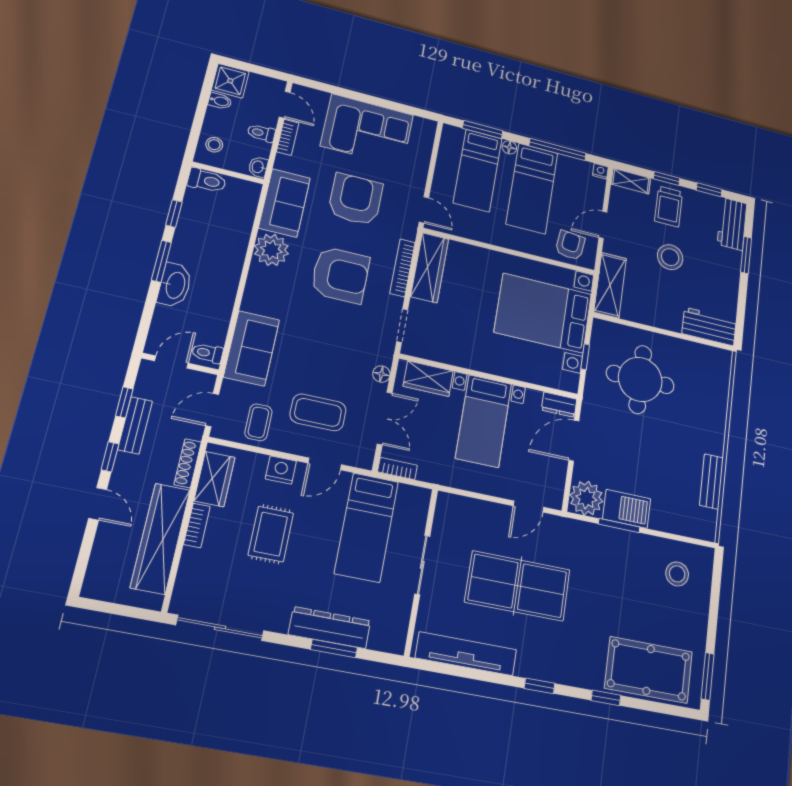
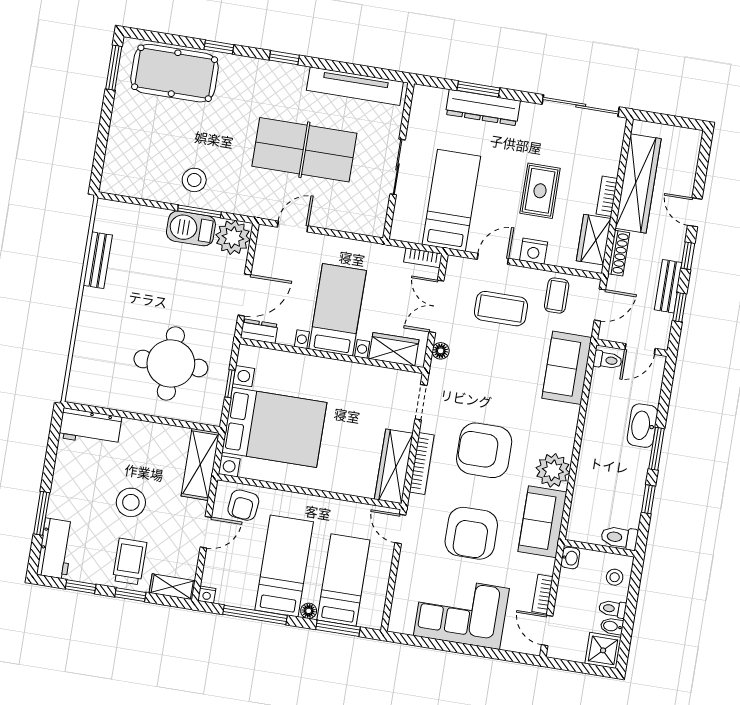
toilet: (261, 133) -> (613, 609), moved, turned 180
stool: (677, 574) -> (194, 180), moved

